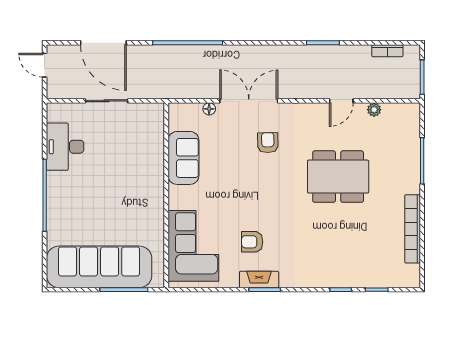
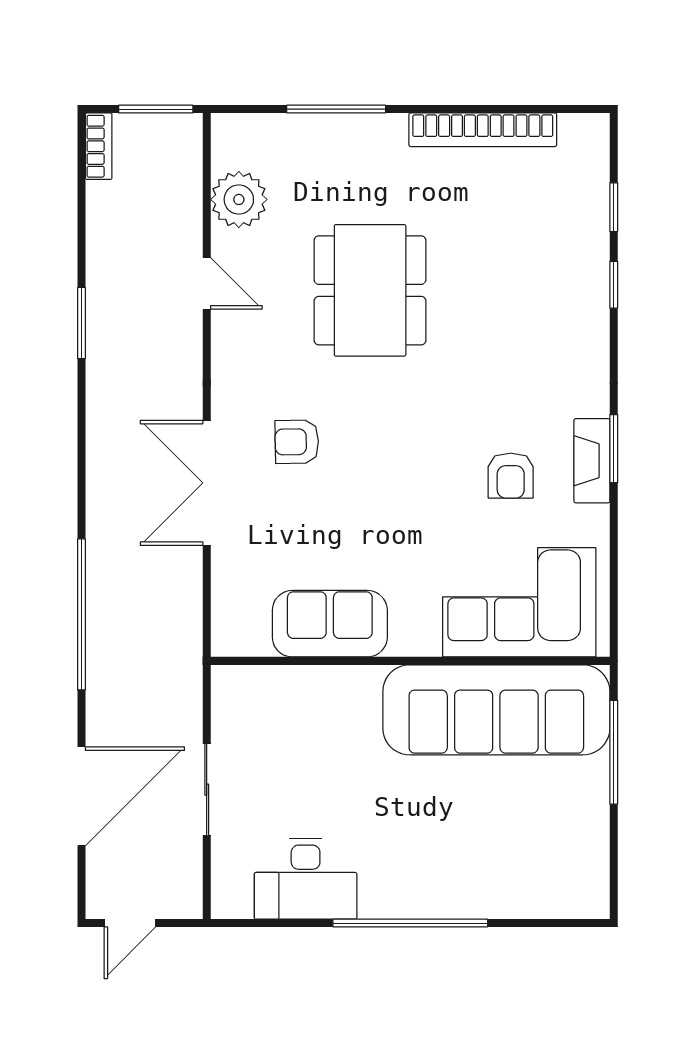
bookcase: (387, 51) -> (99, 146), moved
floor lamp: (209, 109) -> (224, 568), removed
plant: (374, 110) -> (239, 199), width x1.88, depth x1.88
sofa: (99, 267) -> (496, 710), moved, turned -90

